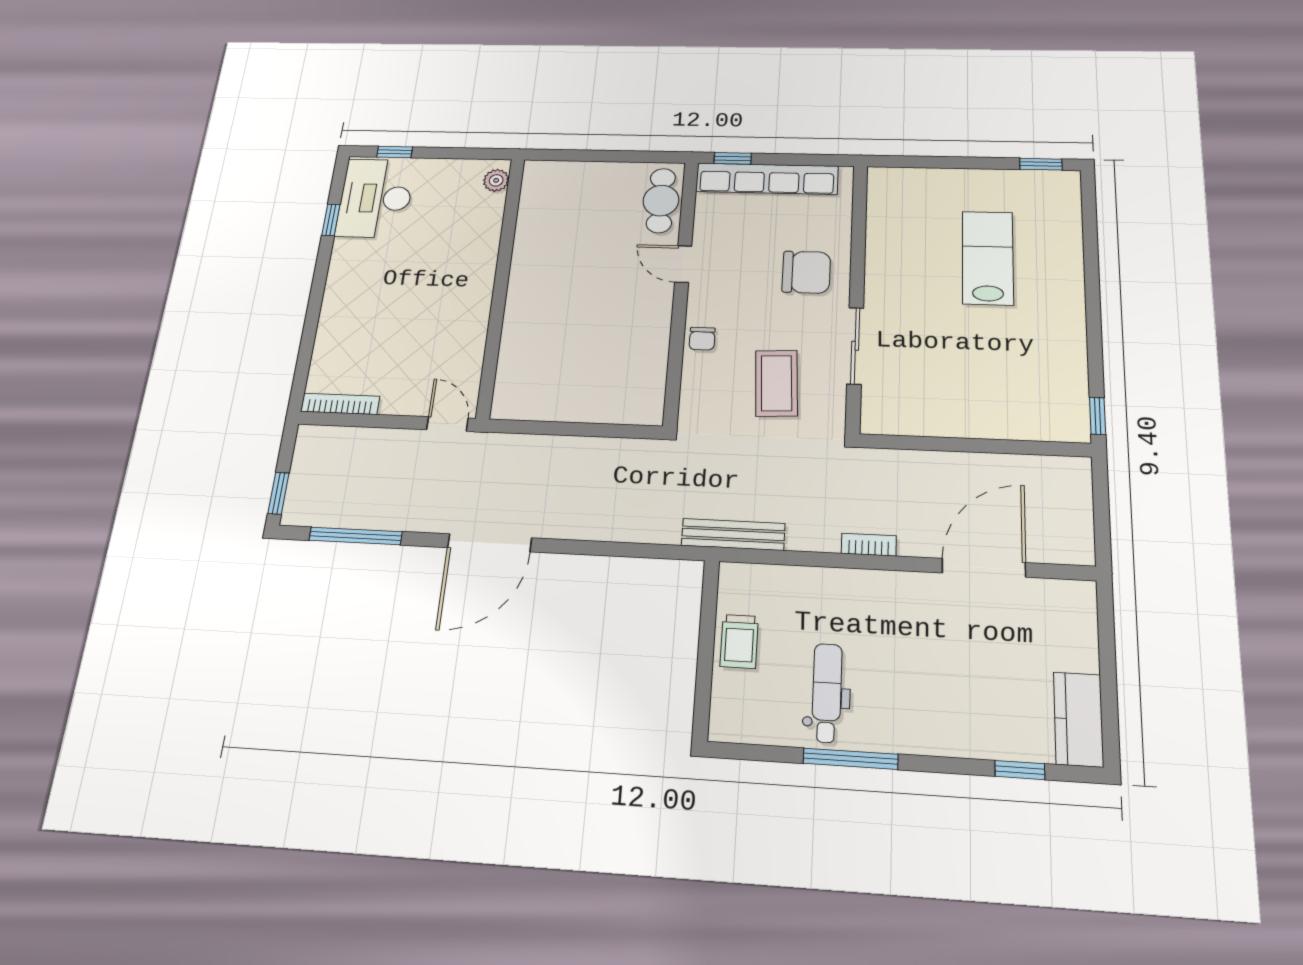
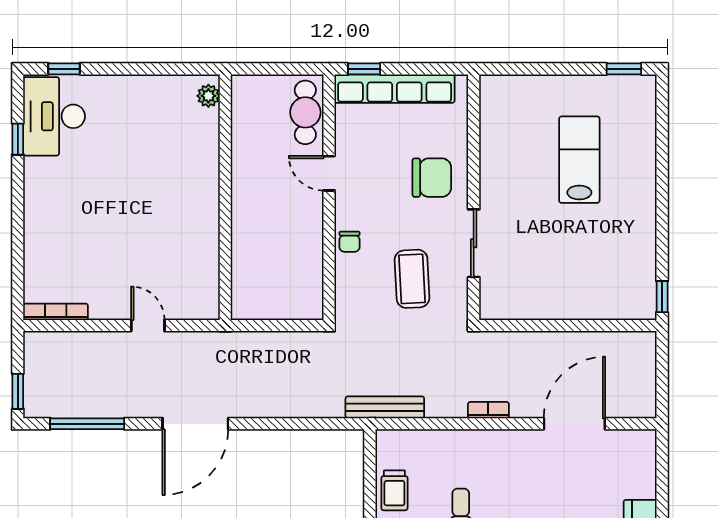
plant: (496, 180) -> (208, 96), moved
wall: (501, 284) -> (225, 197), moved

